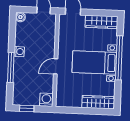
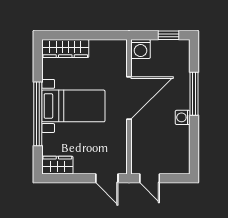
boiler: (20, 17) -> (183, 167), removed
wardrobe: (102, 22) -> (57, 165), width x0.67
door: (56, 66) -> (129, 98), width x1.87

